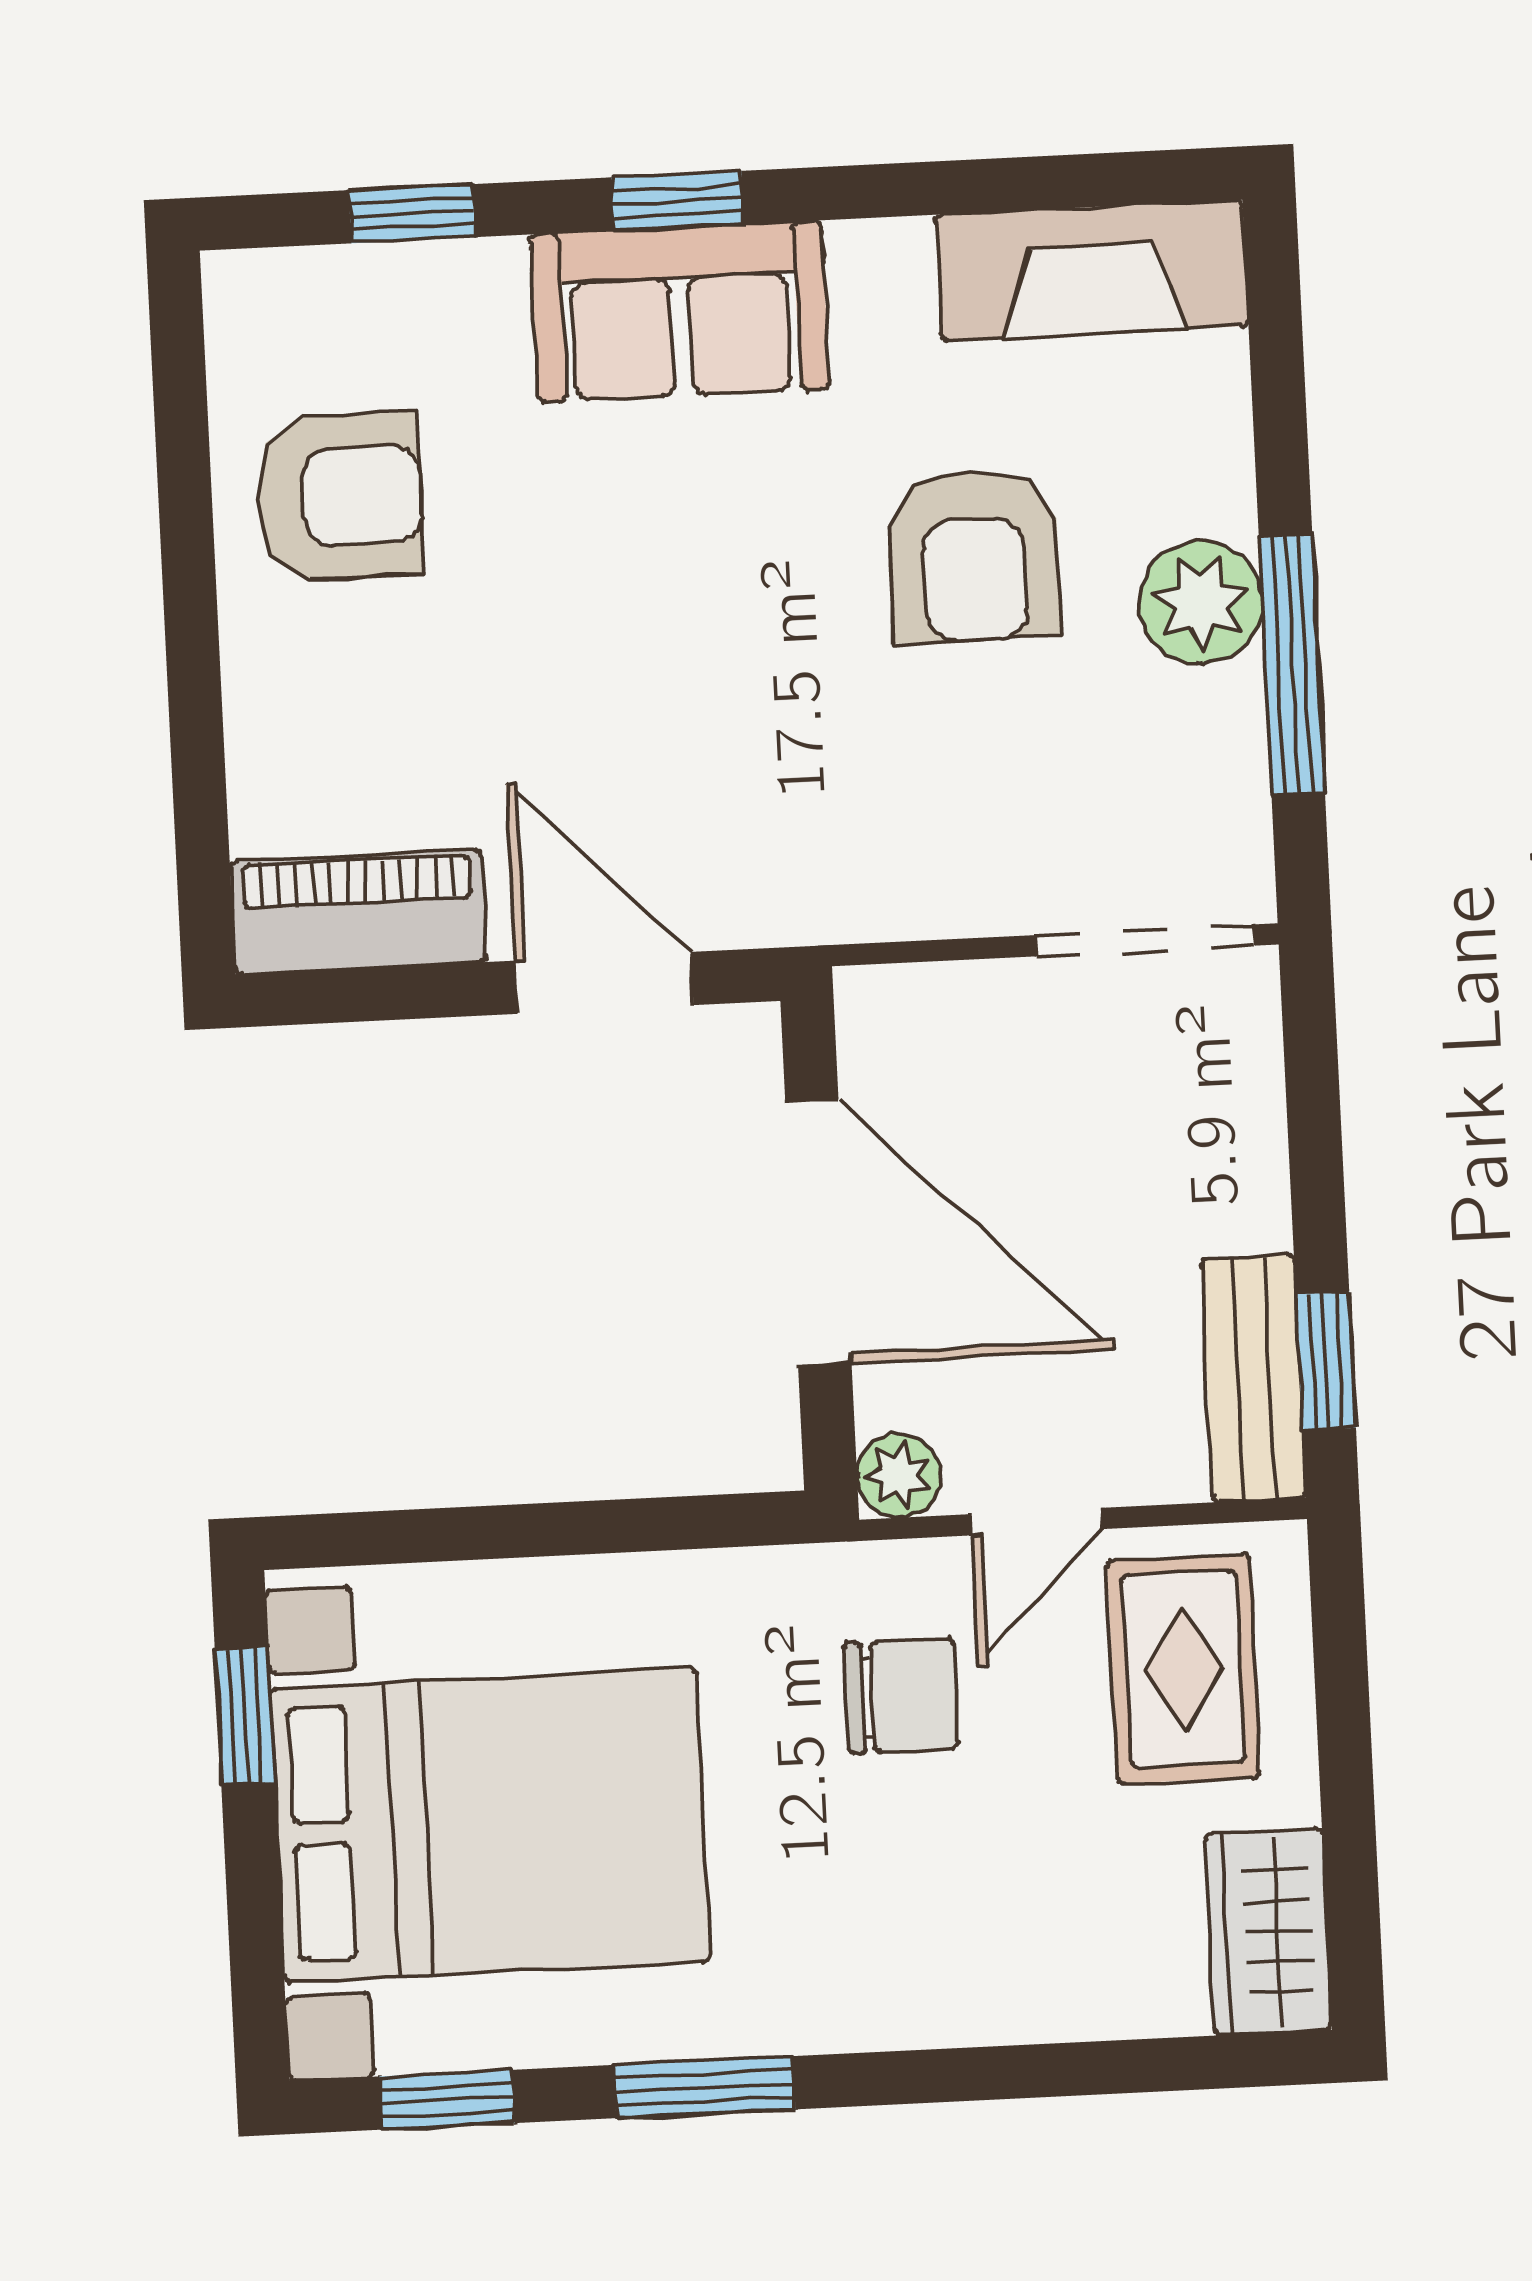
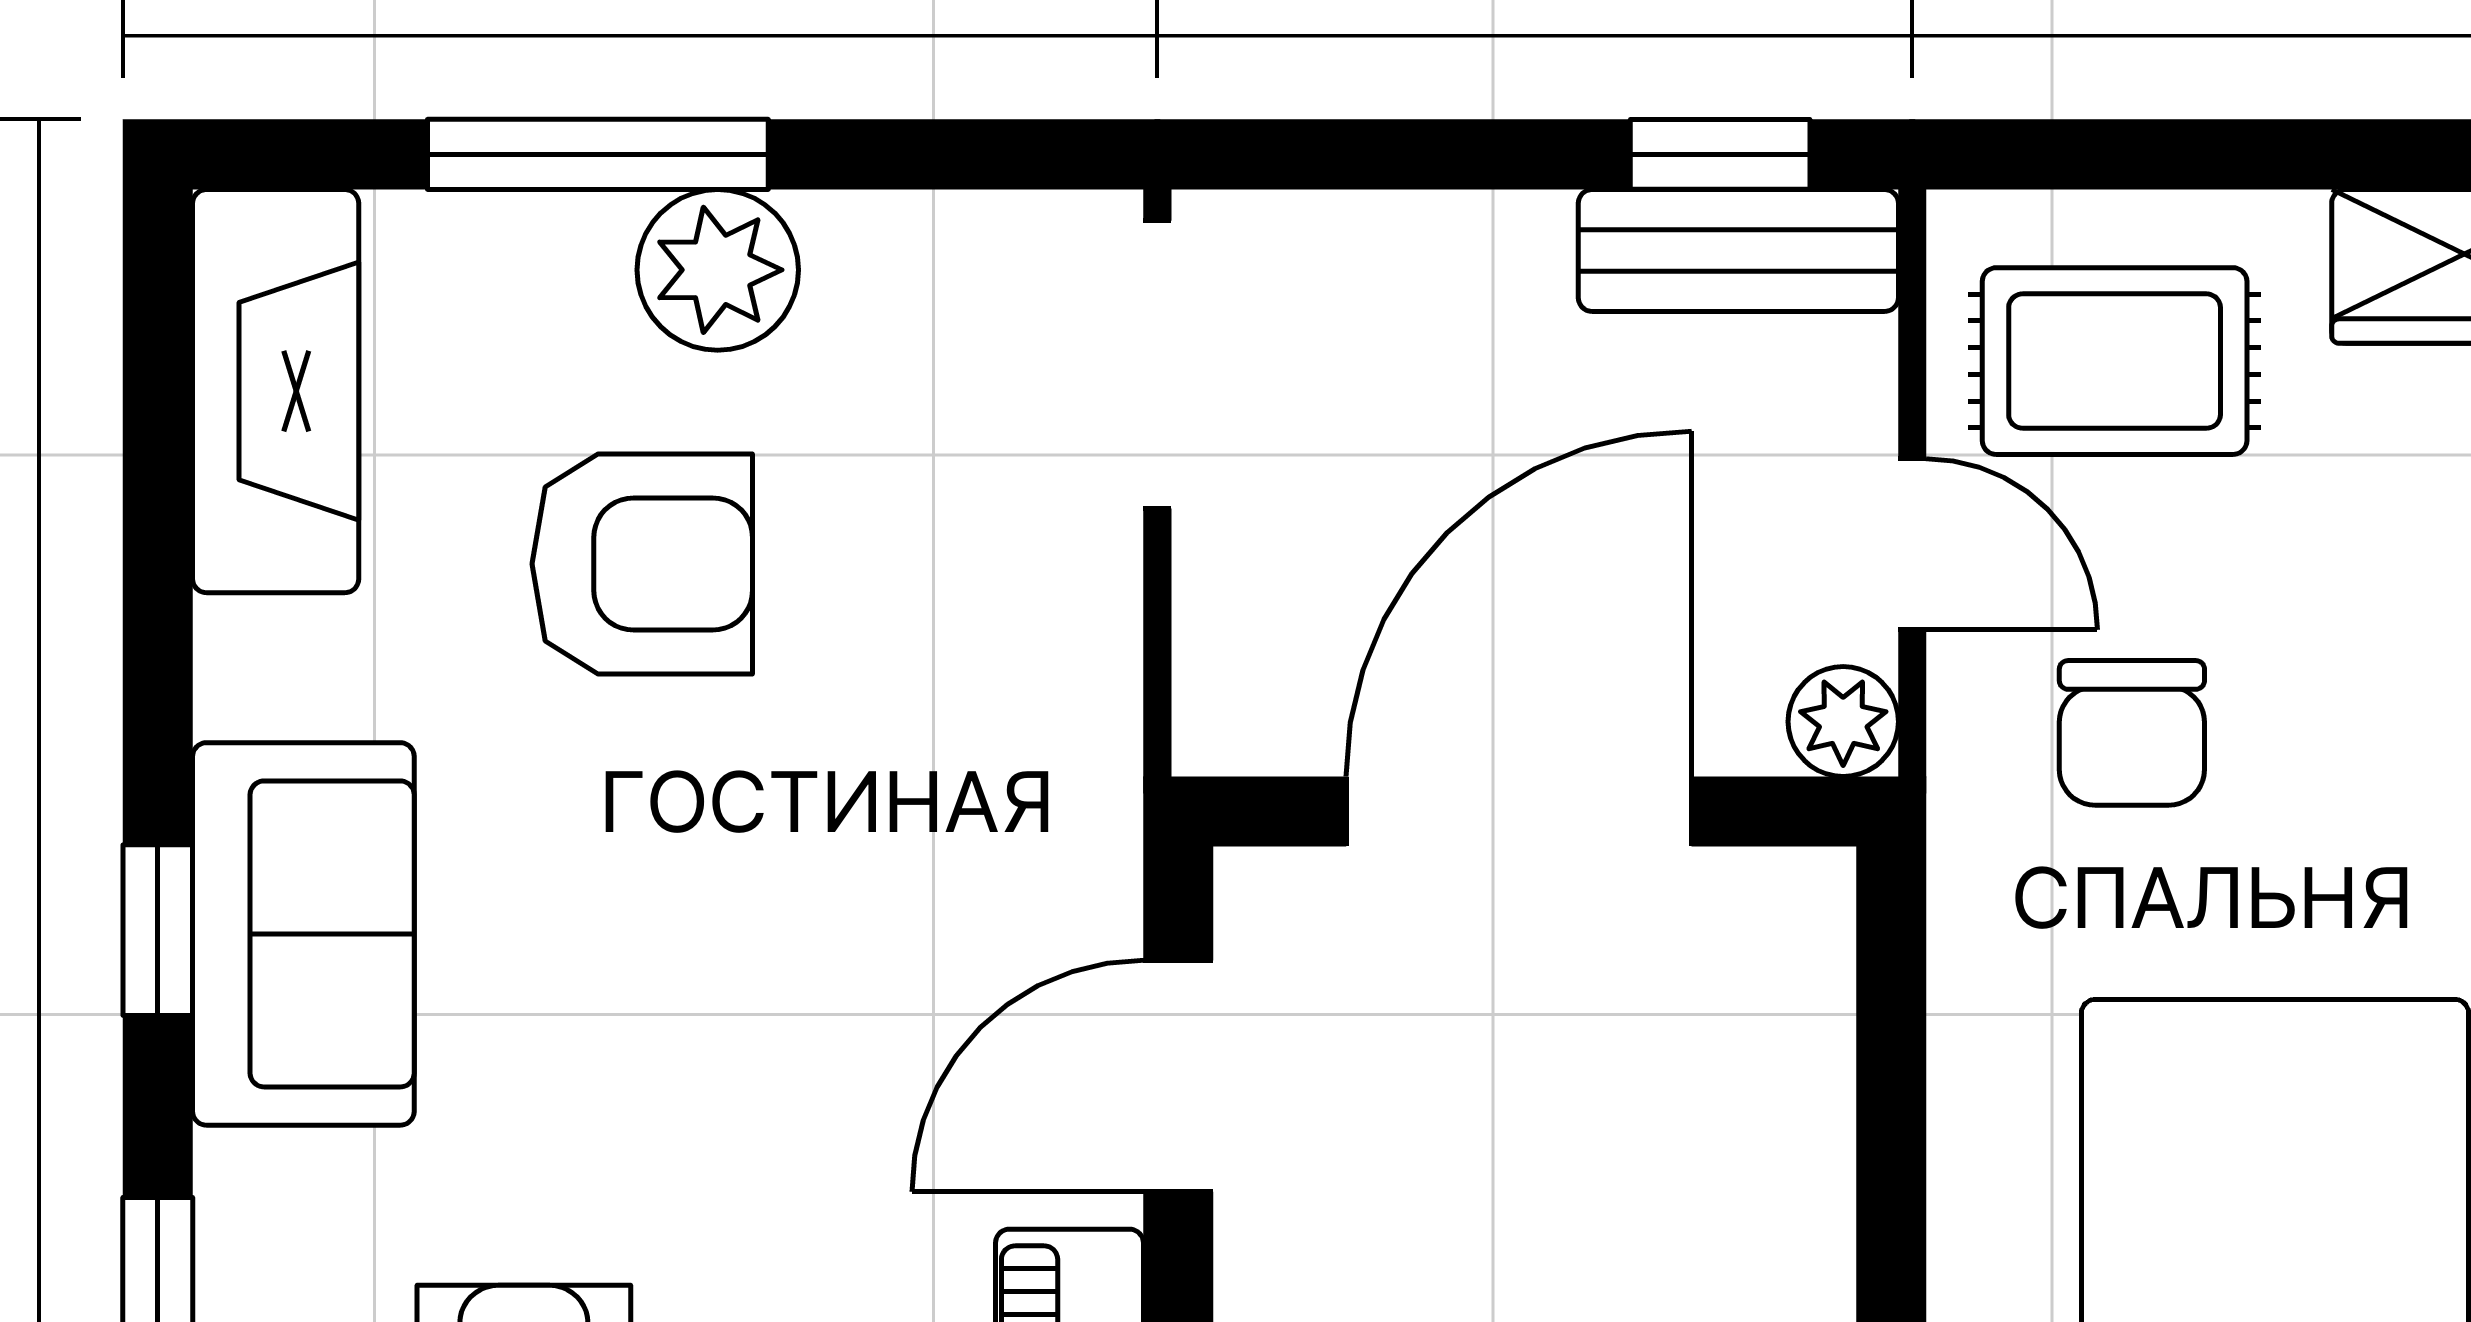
window: (1292, 665) -> (598, 154), moved
chair: (901, 1696) -> (2132, 733), turned 180

